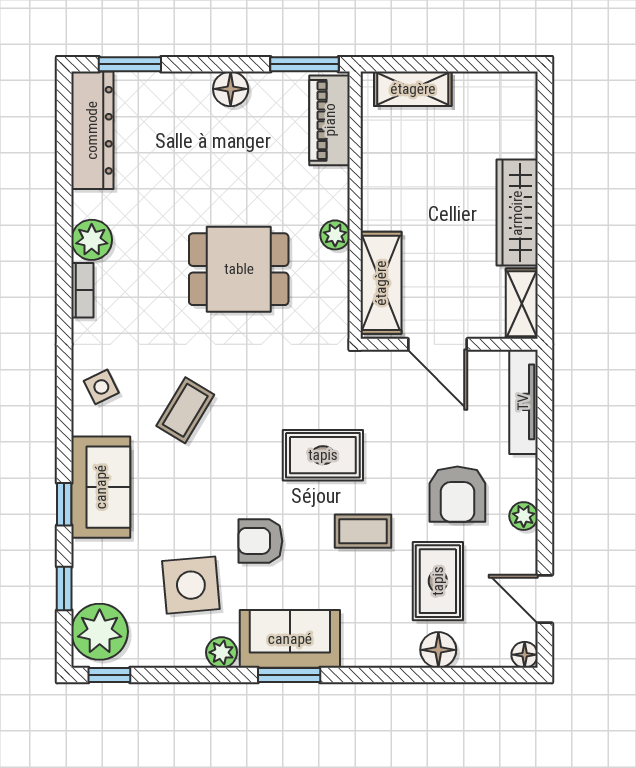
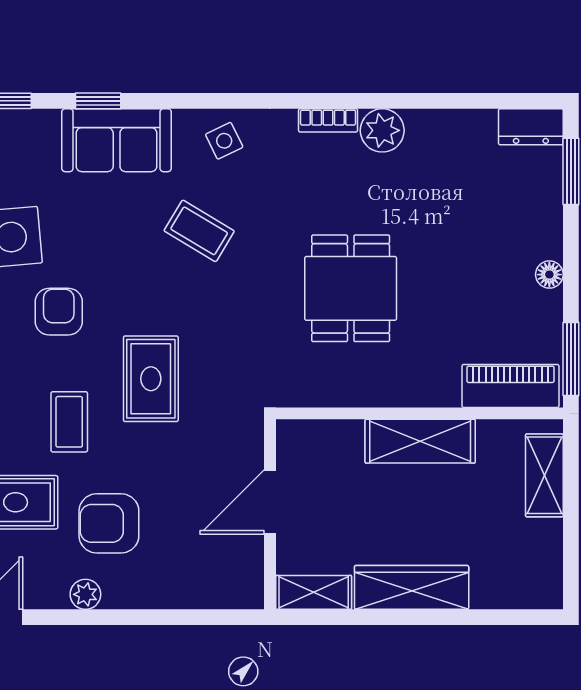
floor lamp: (231, 89) -> (549, 275), width x0.73, depth x0.73
dresser: (92, 130) -> (531, 127), width x0.51, depth x0.80
plant: (335, 235) -> (387, 392), removed
shelving: (381, 283) -> (420, 441), moved
tv unit: (523, 402) -> (208, 594), removed

